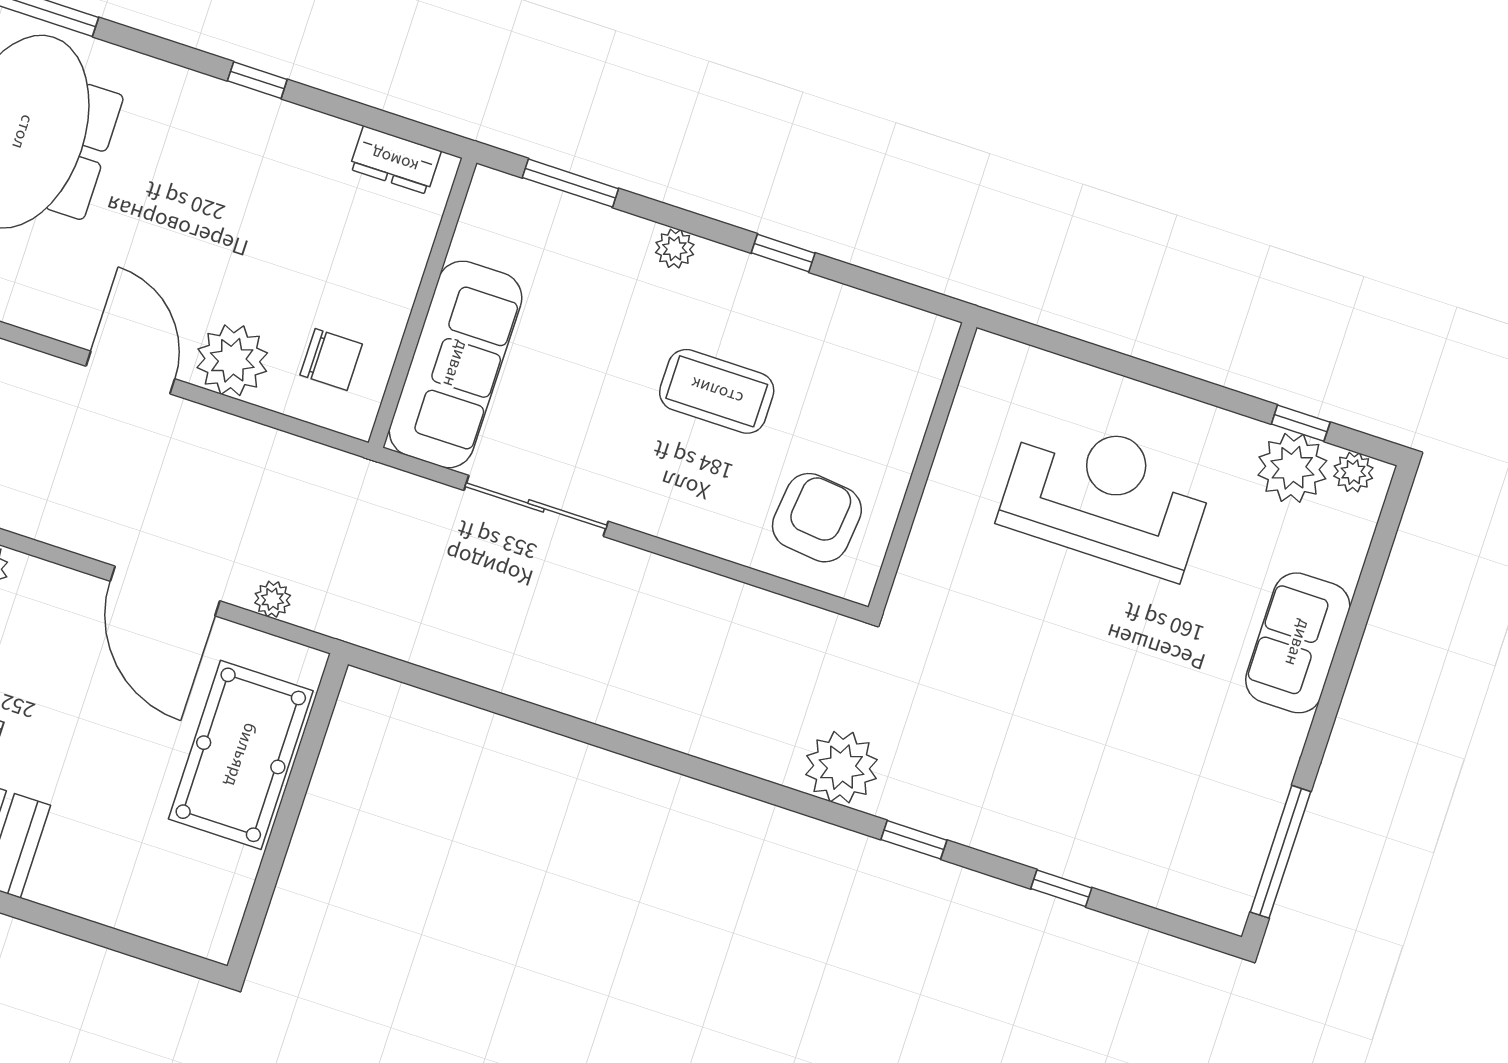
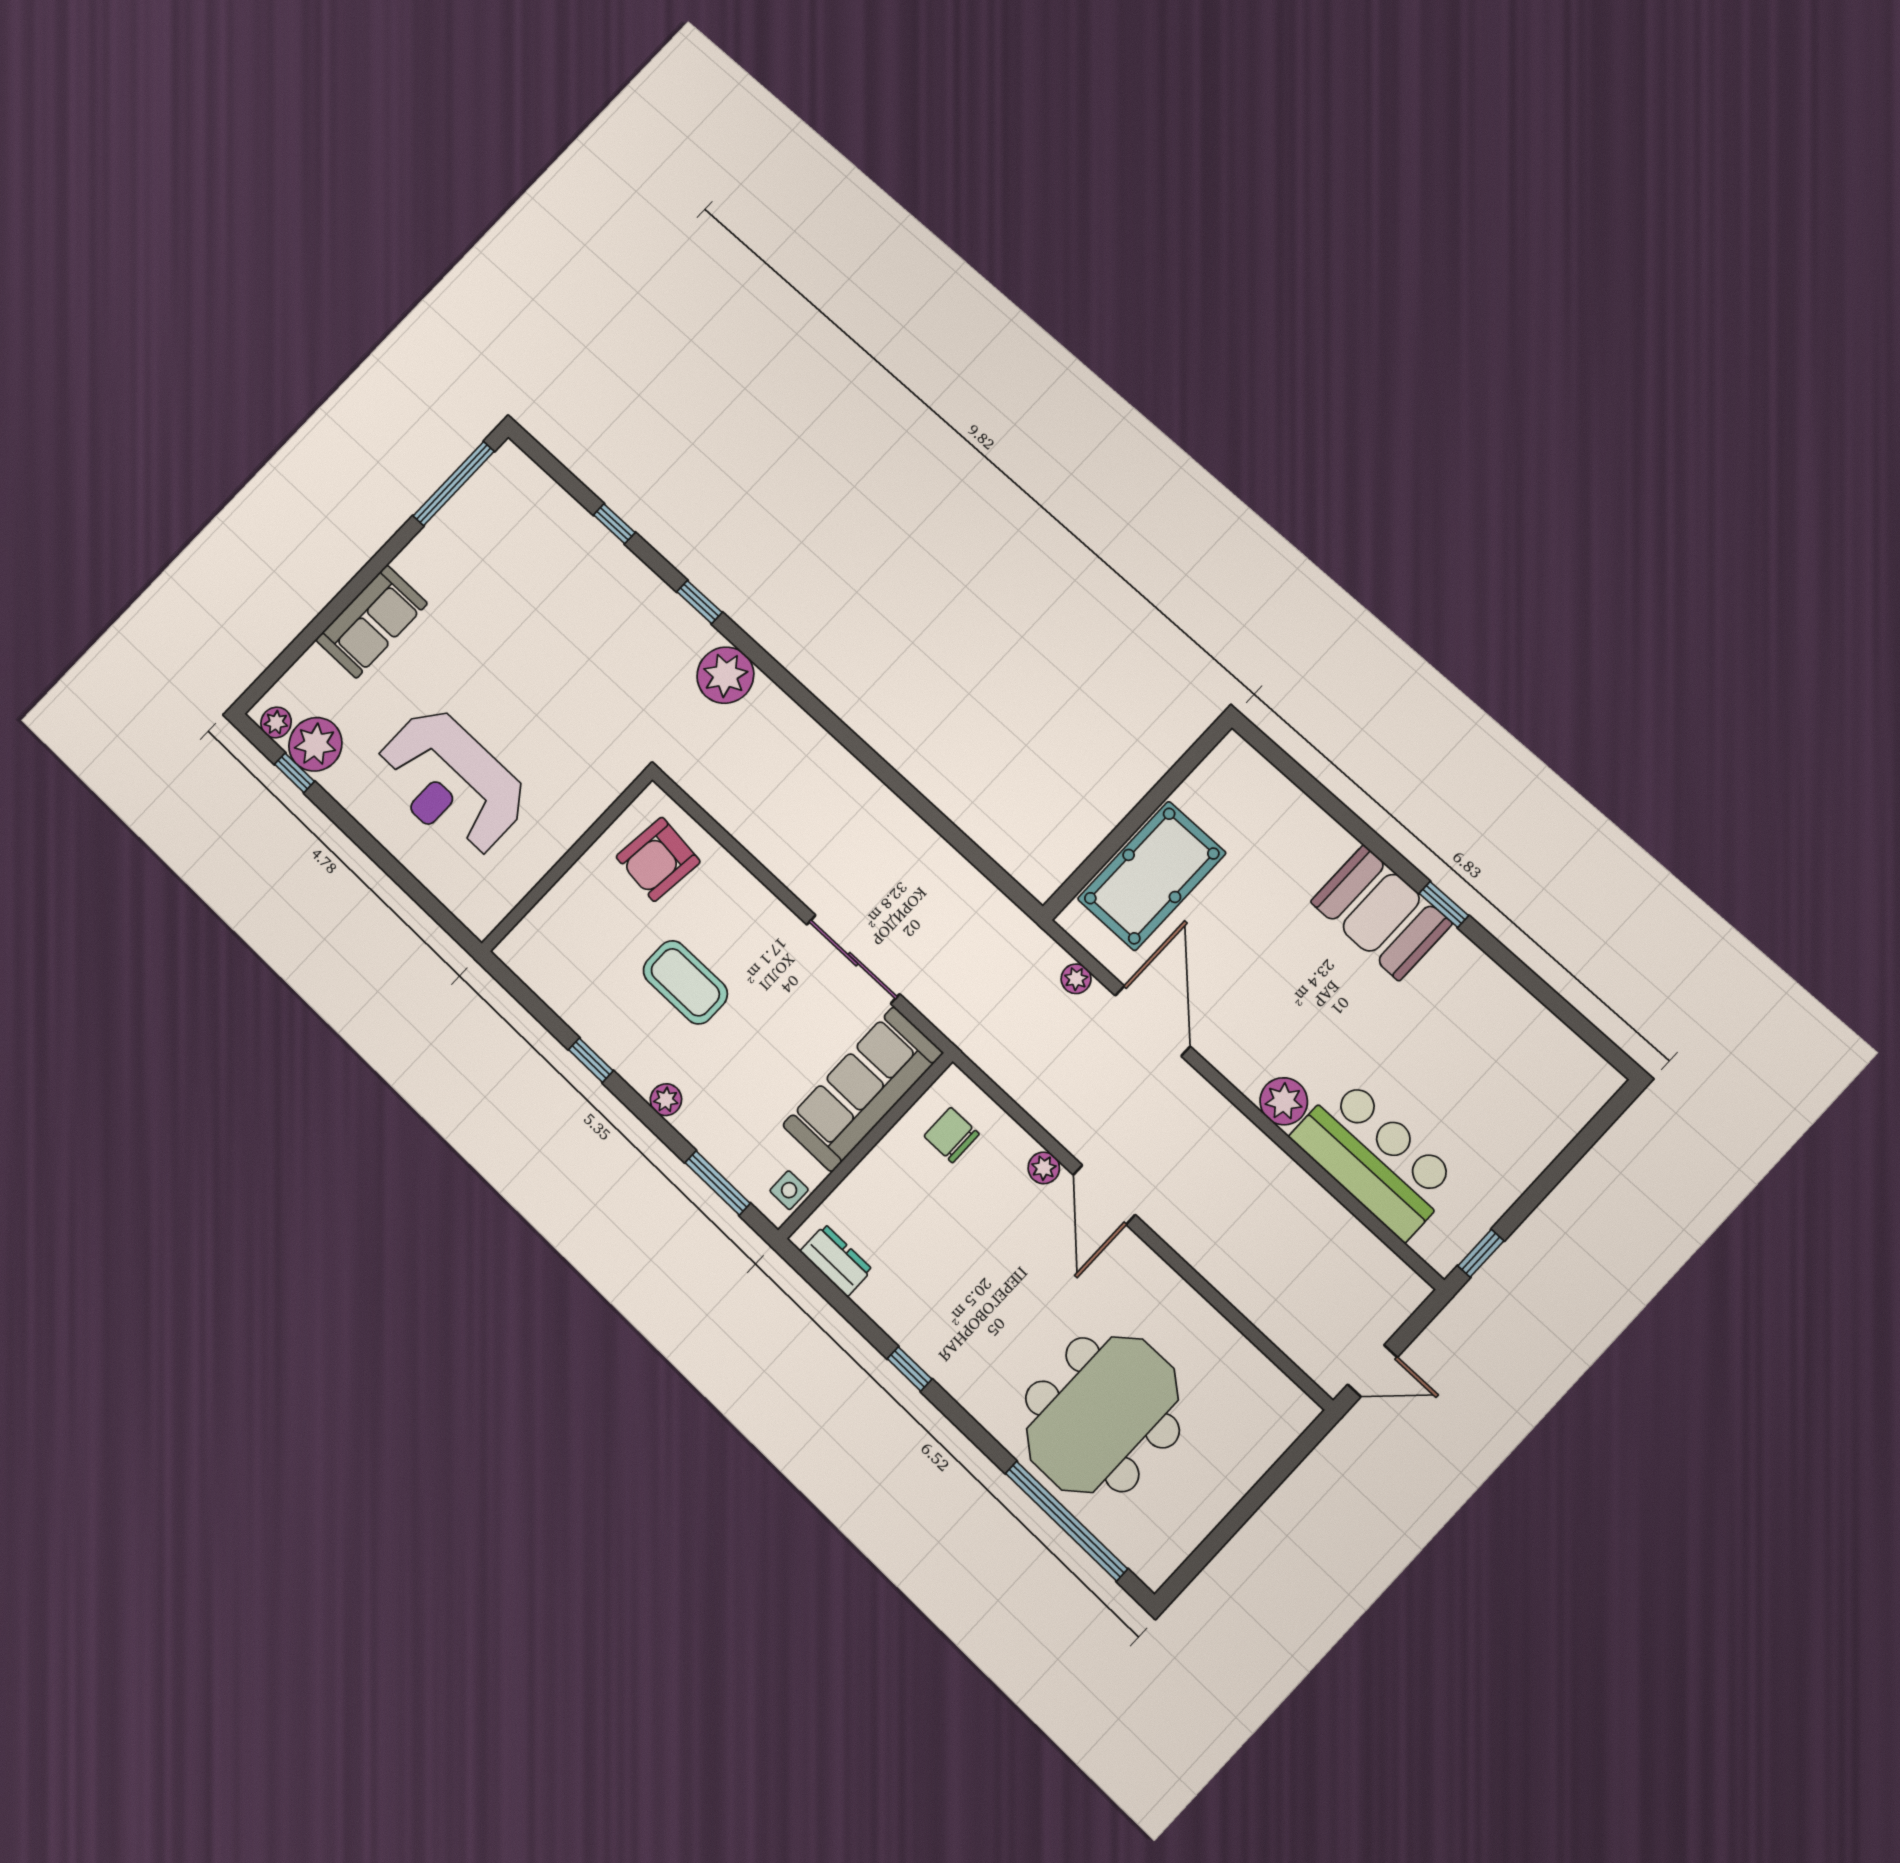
side table: (485, 213) -> (789, 1190), added
plant: (232, 360) -> (1044, 1168), width x0.53, depth x0.53

